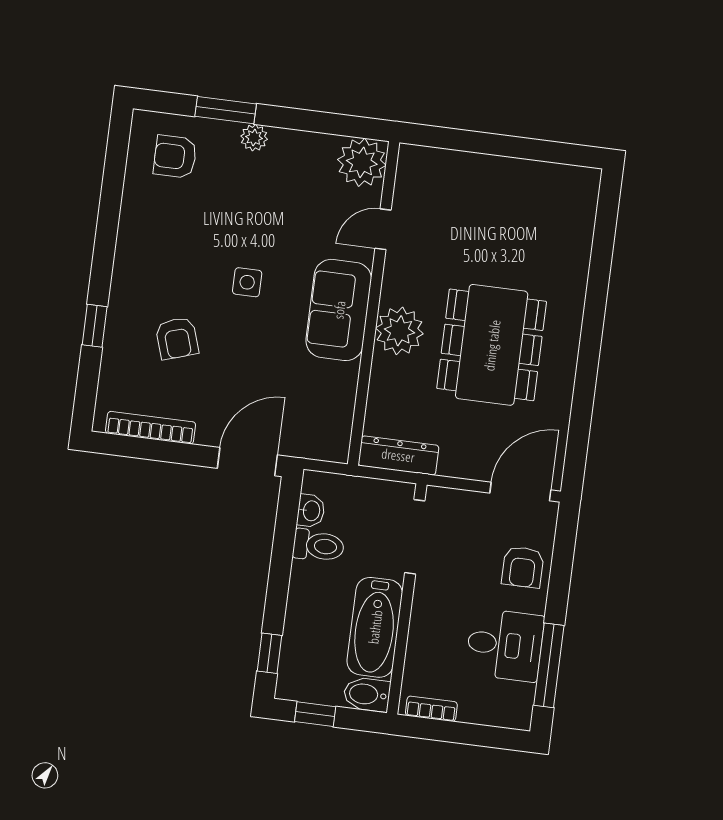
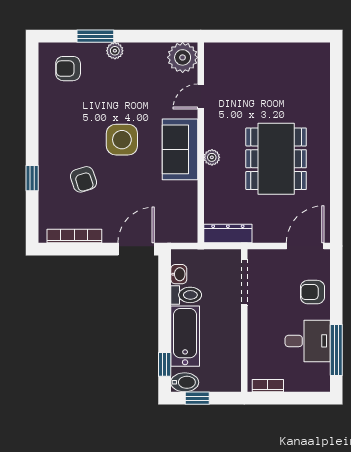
side table: (247, 282) -> (122, 140), width x1.87, depth x1.87
plant: (399, 331) -> (212, 157), width x0.53, depth x0.53
armchair: (523, 567) -> (312, 292), turned 90
bathtub: (375, 627) -> (185, 336), moved, turned 180
bidet: (367, 694) -> (185, 382), moved, turned 180

